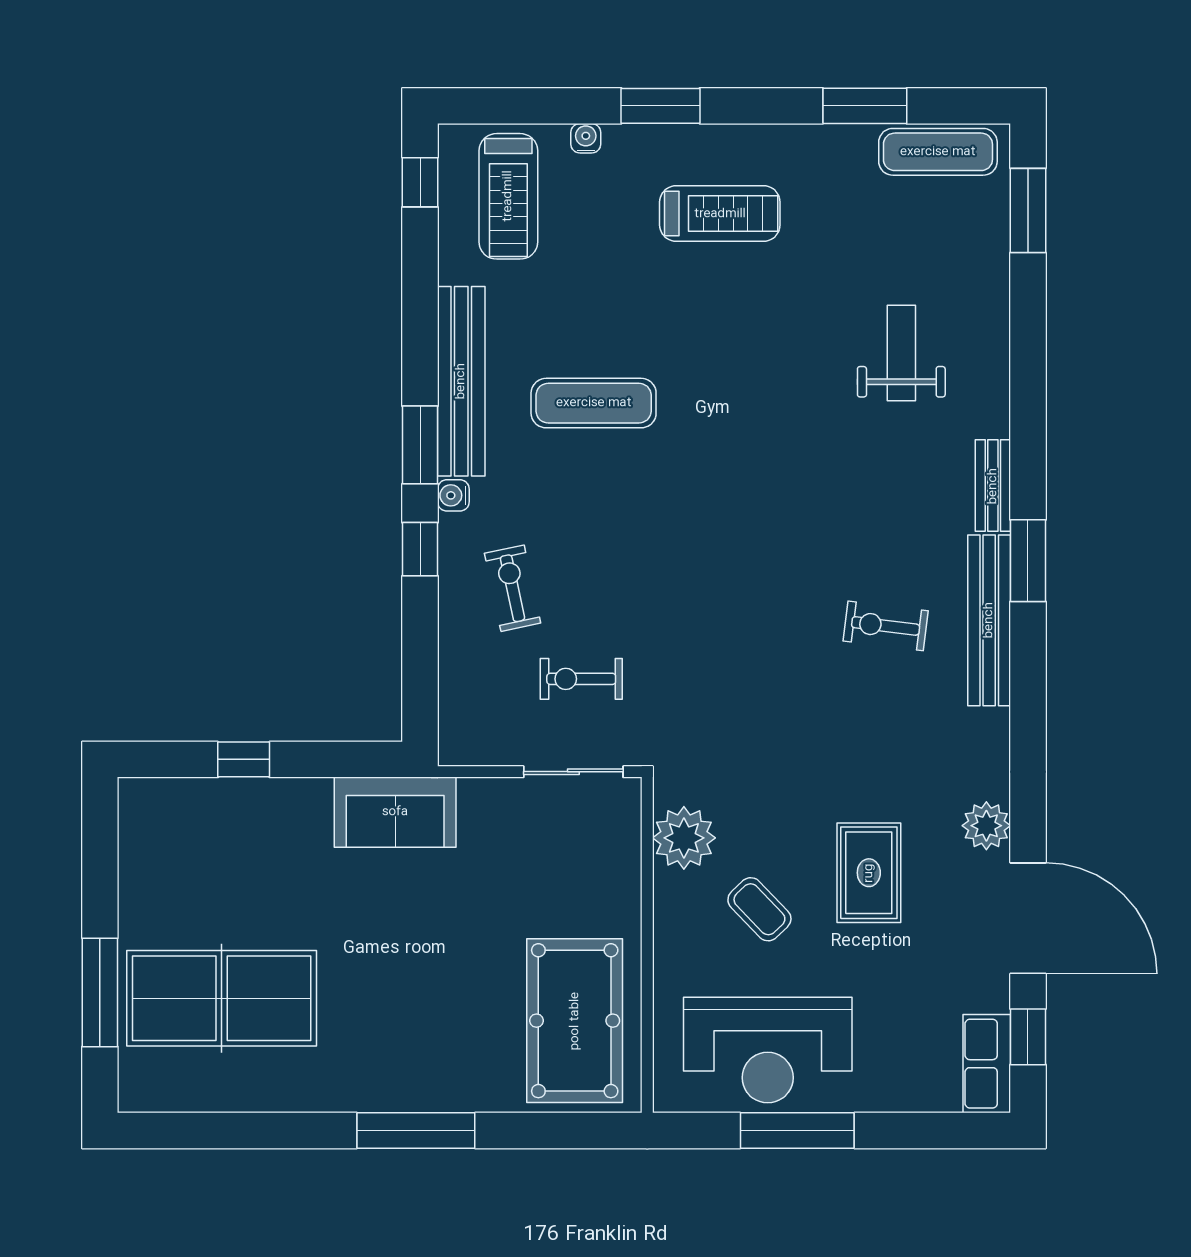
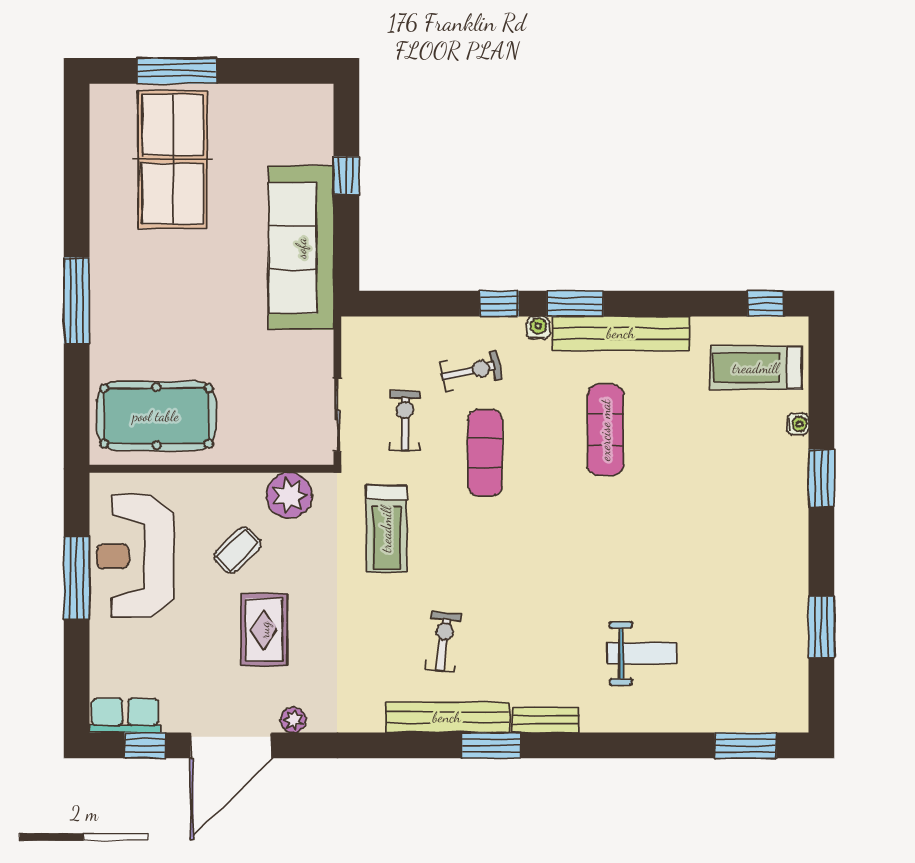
exercise mat: (938, 152) -> (485, 453), moved
treadmill: (720, 214) -> (386, 529), moved
sofa: (395, 812) -> (301, 248), width x1.85, depth x1.27
plant: (986, 826) -> (293, 720), width x0.73, depth x0.73
rug: (869, 873) -> (264, 630), turned 90

